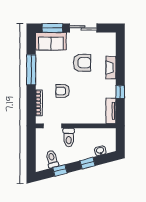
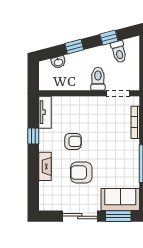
armchair: (63, 91) -> (73, 141), moved

